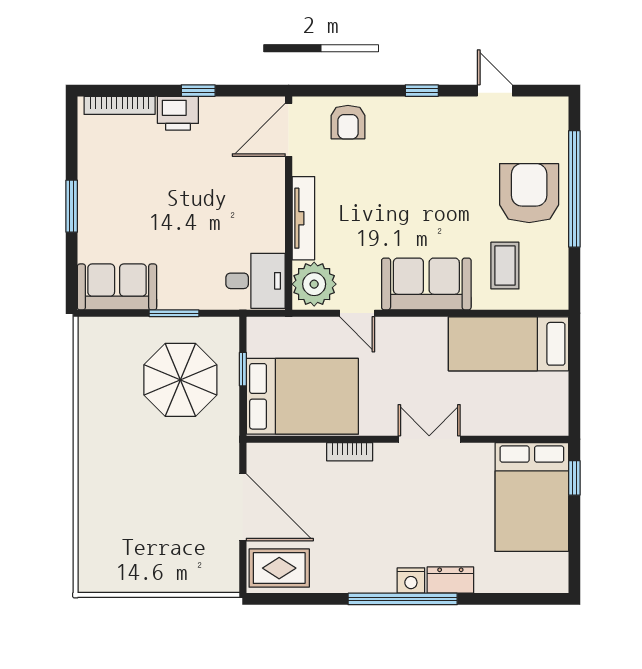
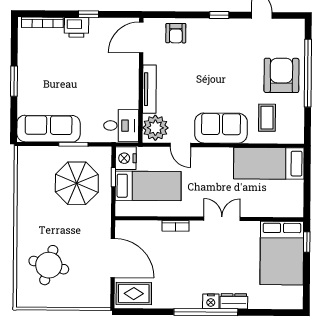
sofa: (117, 287) -> (49, 129), width x1.36
nightstand: (264, 337) -> (126, 158), added
bed: (302, 396) -> (148, 186), width x0.67
round table: (133, 520) -> (49, 265), added

